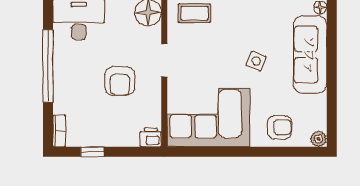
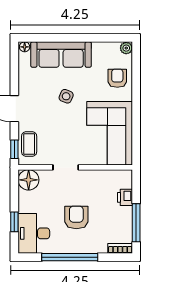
armchair: (120, 81) -> (76, 217), moved, turned -90
printer: (151, 137) -> (125, 197), moved
window: (92, 152) -> (136, 223), width x2.17

